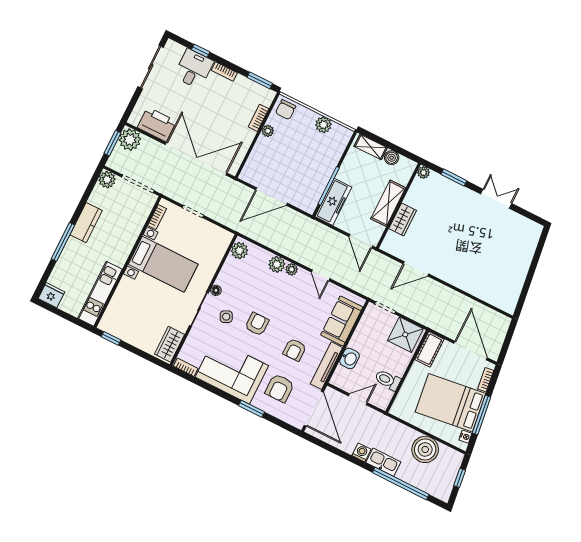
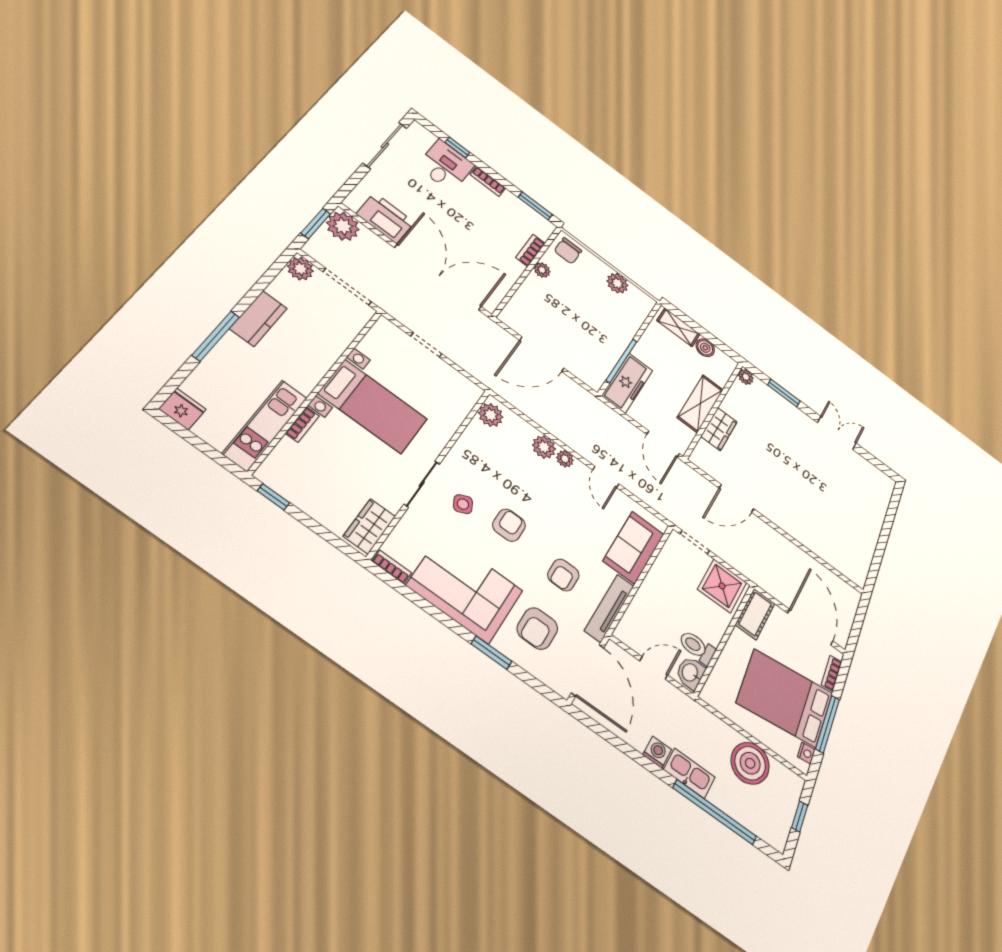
bookcase: (157, 217) -> (302, 425), moved
floor lamp: (216, 290) -> (451, 463), removed
washbasin: (350, 358) -> (690, 673), moved, turned 180

